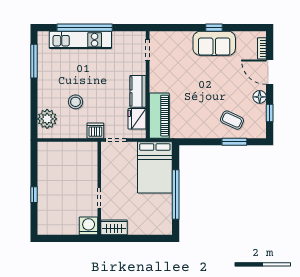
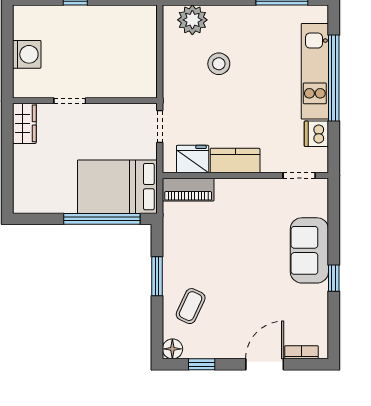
sofa: (214, 43) -> (309, 250), moved
floor lamp: (260, 97) -> (172, 349), moved
piano: (159, 116) -> (188, 190), width x0.73, depth x0.75
dishwasher: (95, 131) -> (316, 134), moved, turned 180
window: (234, 142) -> (157, 276), moved
window: (176, 194) -> (102, 219), moved
washing machine: (89, 226) -> (27, 54), moved

